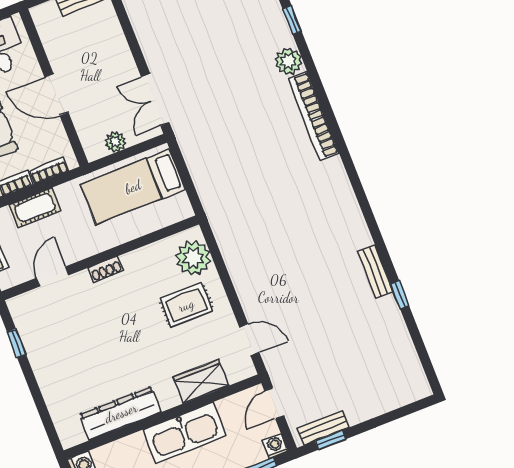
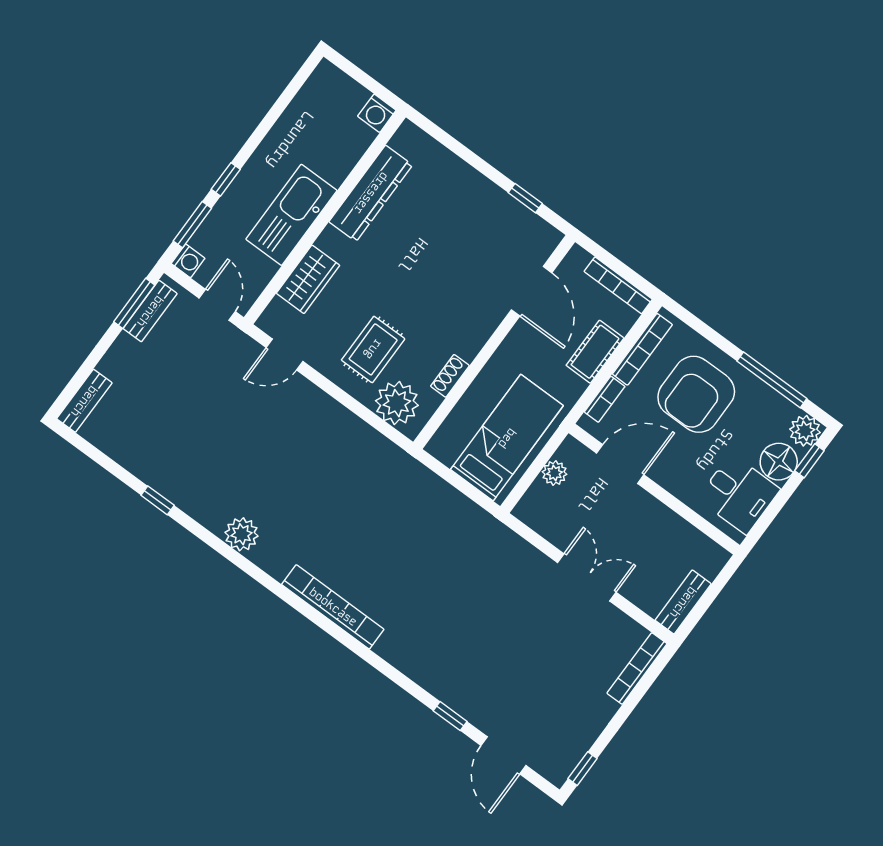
plant: (289, 61) -> (242, 534), moved
door: (56, 94) -> (620, 464), moved
double door: (155, 100) -> (587, 577), moved
bookcase: (314, 116) -> (333, 607), moved
shoe rack: (106, 269) -> (450, 376), moved
bench: (375, 271) -> (84, 401), moved, turned 90
door: (53, 277) -> (531, 291), width x1.38
window: (330, 440) -> (134, 303), width x1.50

